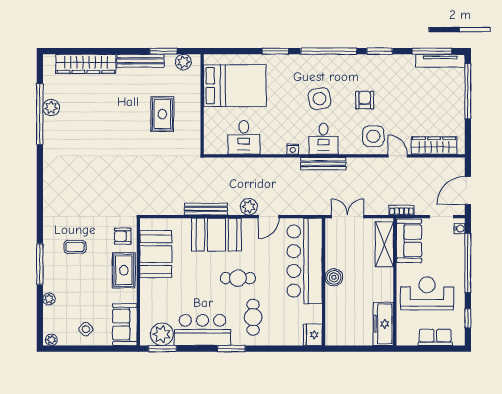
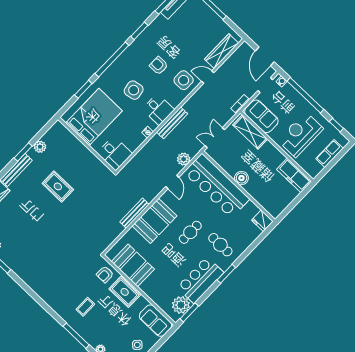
bed: (235, 86) -> (94, 117), moved
wall: (202, 104) -> (87, 145), moved
plant: (249, 207) -> (184, 159), moved

